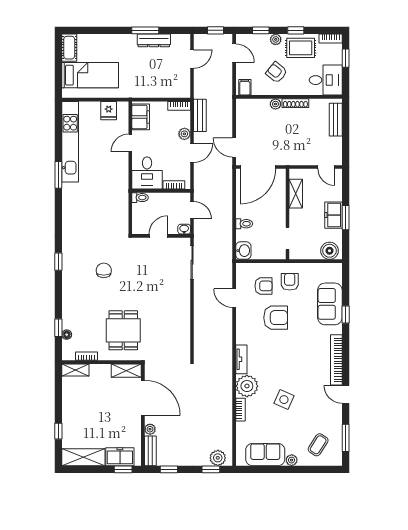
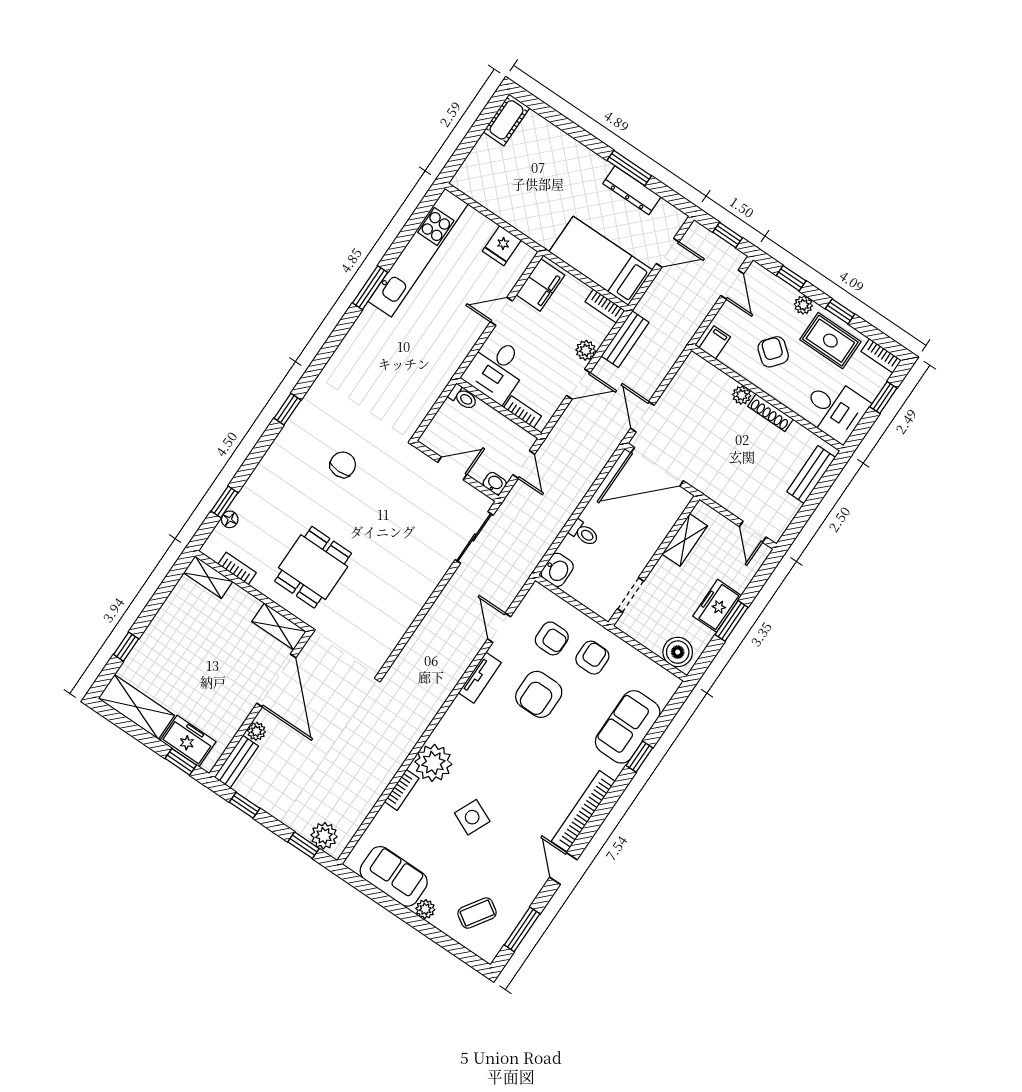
bed: (90, 75) -> (601, 261), moved, turned 180
armchair: (276, 318) -> (539, 694), turned 90
tv unit: (241, 359) -> (480, 678), moved

